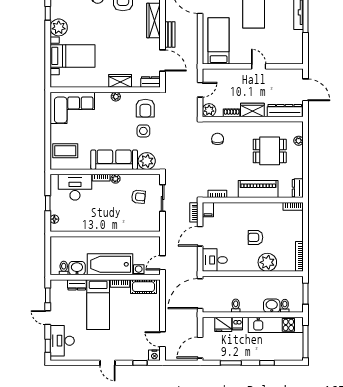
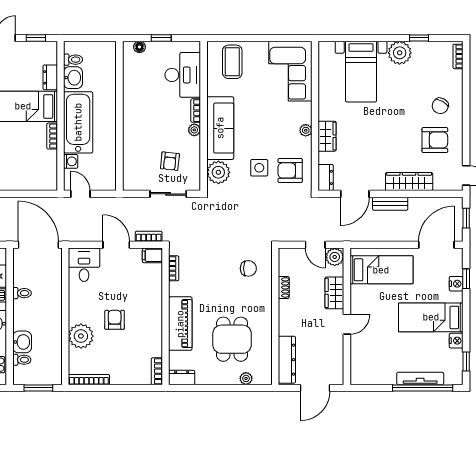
plant: (209, 110) -> (335, 257), moved
wardrobe: (252, 110) -> (334, 293), moved, turned 180
cot: (143, 287) -> (48, 168), removed

